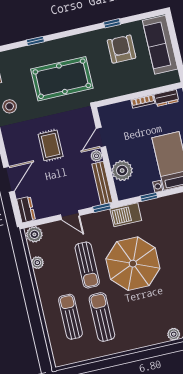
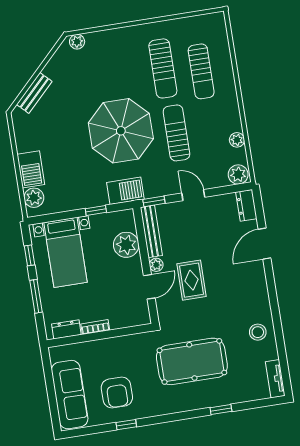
rug: (51, 145) -> (191, 280), moved

